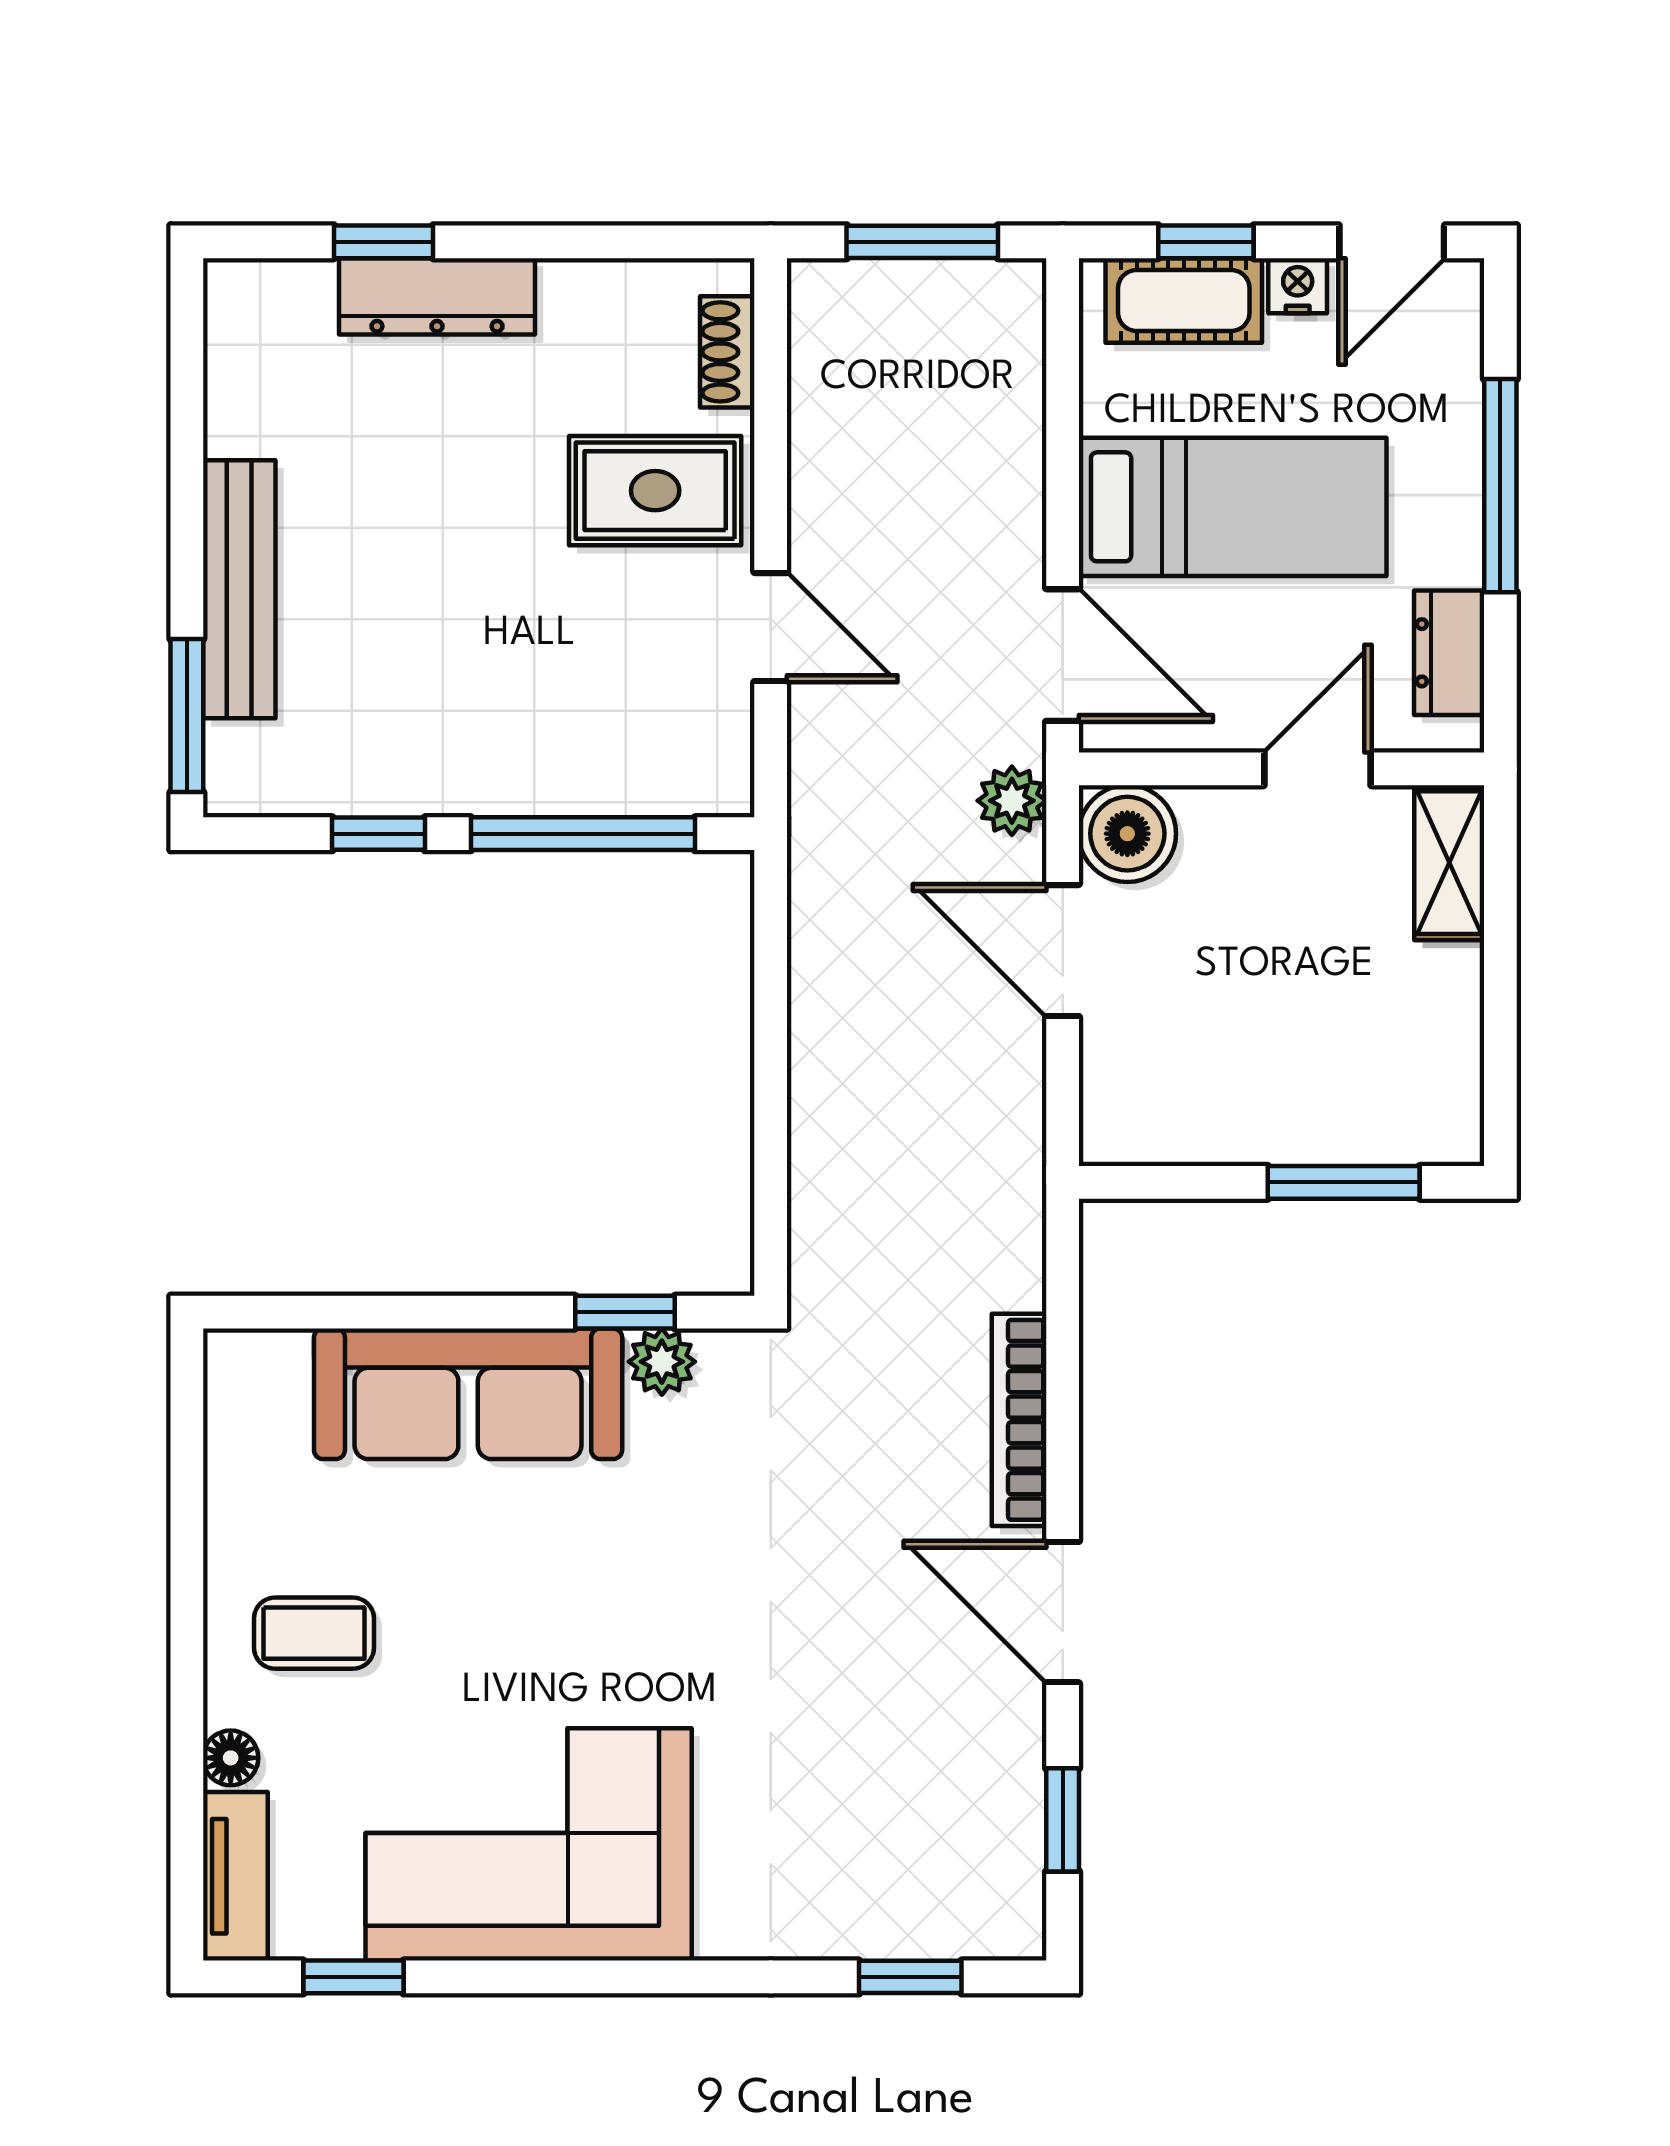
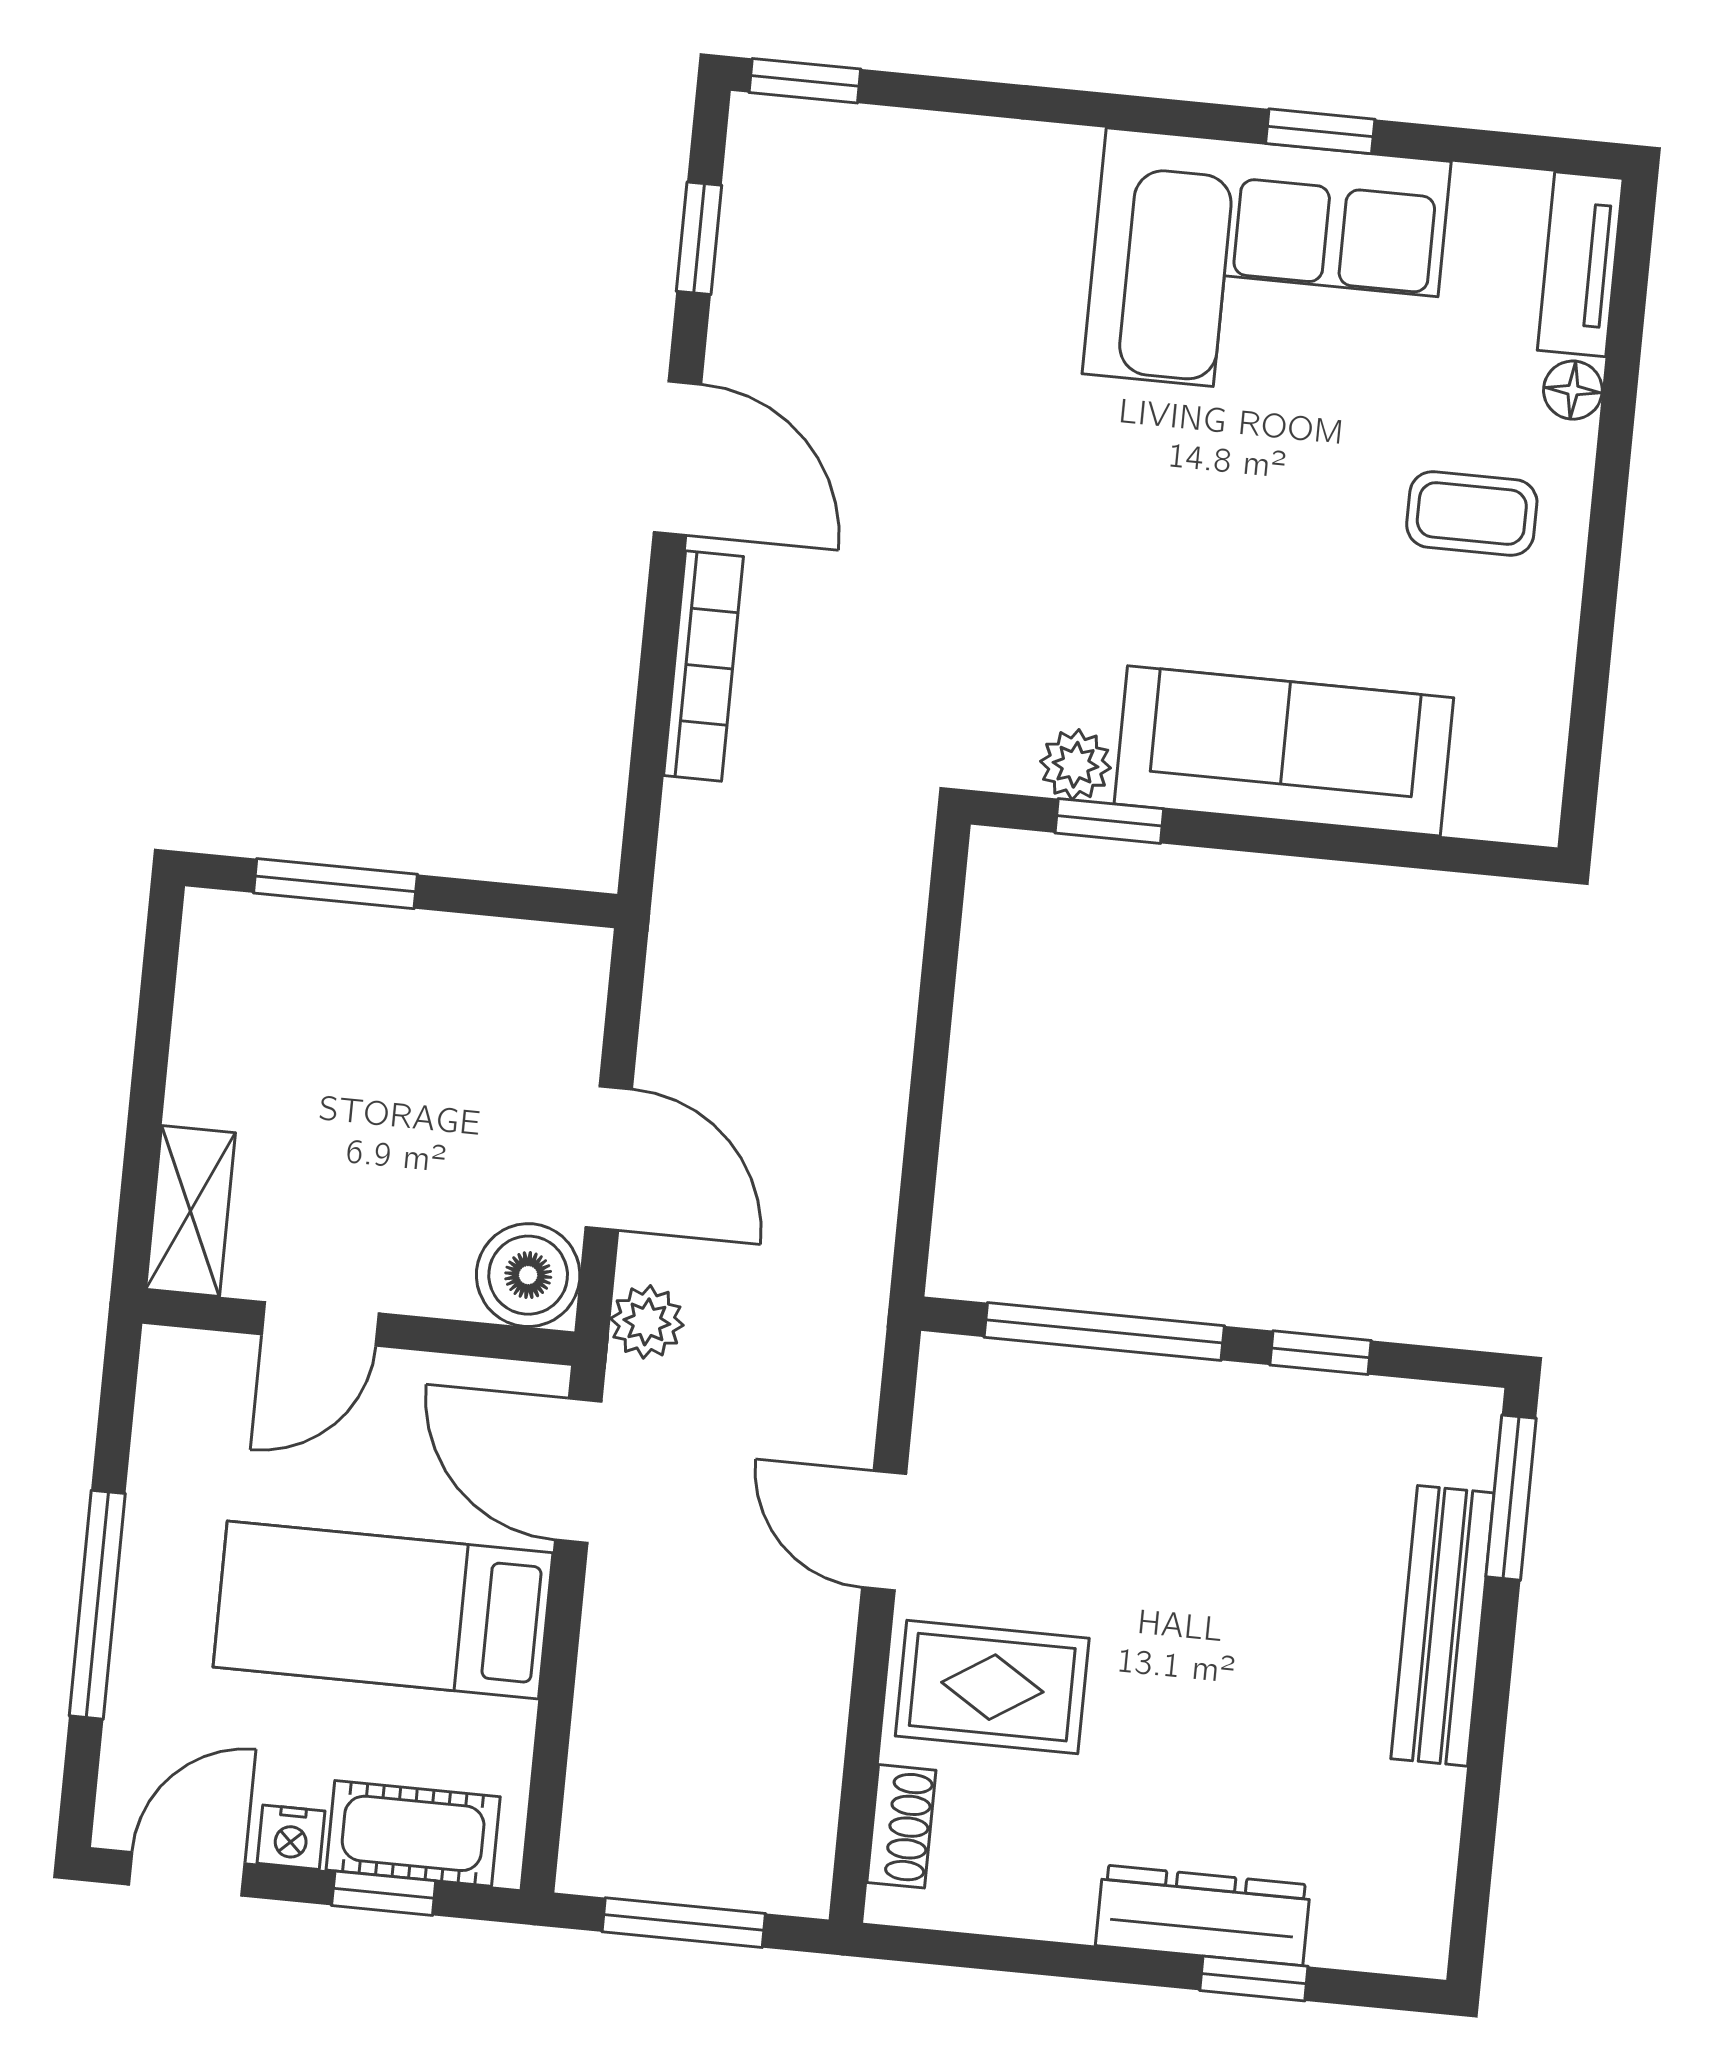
dresser: (1449, 653) -> (169, 1433), removed
window: (353, 1977) -> (1320, 131), moved
window: (910, 1977) -> (805, 81), moved

